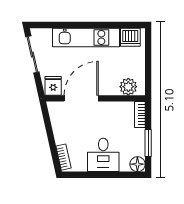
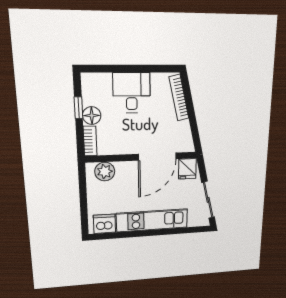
window: (148, 143) -> (78, 108), width x0.67
bookcase: (63, 157) -> (179, 98), width x1.56
floor lamp: (137, 164) -> (92, 116), moved

